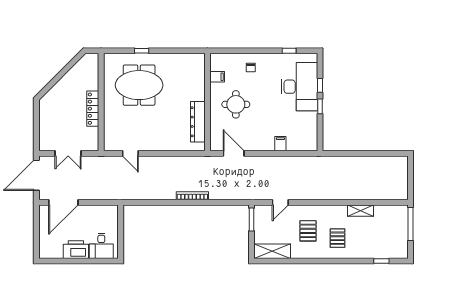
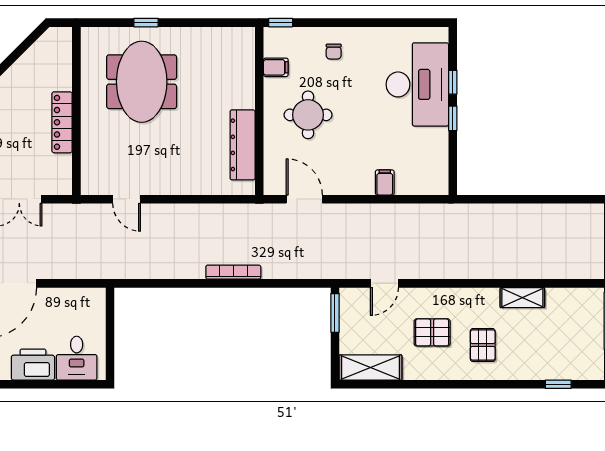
window: (289, 51) -> (281, 23), moved
meeting table: (139, 85) -> (142, 82), turned 90
pallet: (308, 231) -> (432, 332), turned 90

